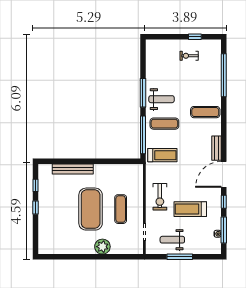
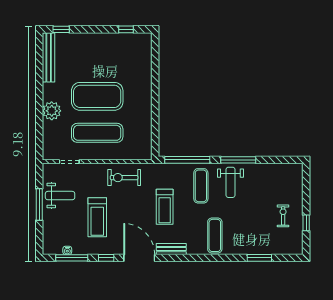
window: (224, 75) -> (259, 258), width x0.47
treadmill: (162, 155) -> (165, 207), moved
bench: (73, 169) -> (49, 57), moved
exercise bike: (160, 197) -> (124, 178), moved
window: (35, 208) -> (61, 29), moved
exercise mat: (121, 209) -> (97, 133), width x1.36, depth x1.45
treadmill: (190, 209) -> (97, 217), turned 180
weight bench: (172, 240) -> (60, 196), turned 90

